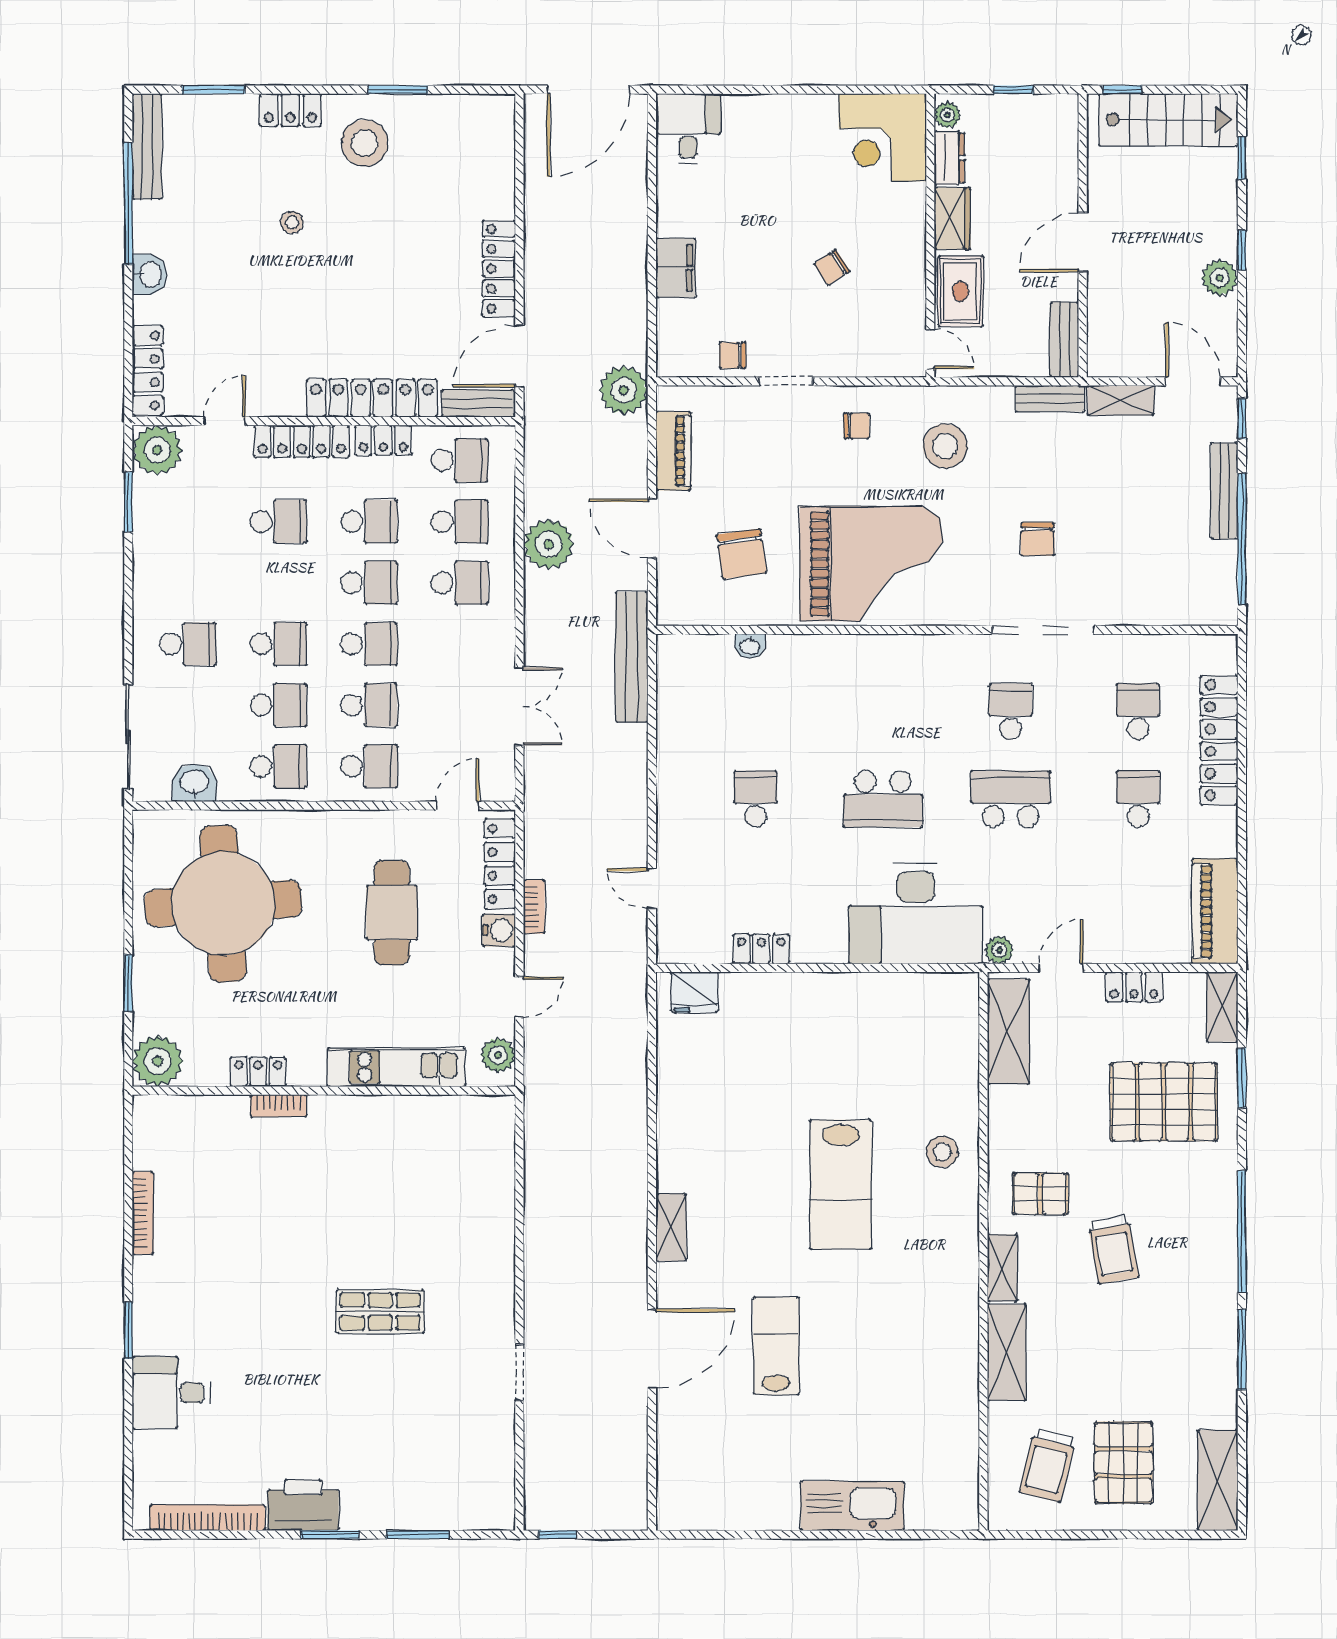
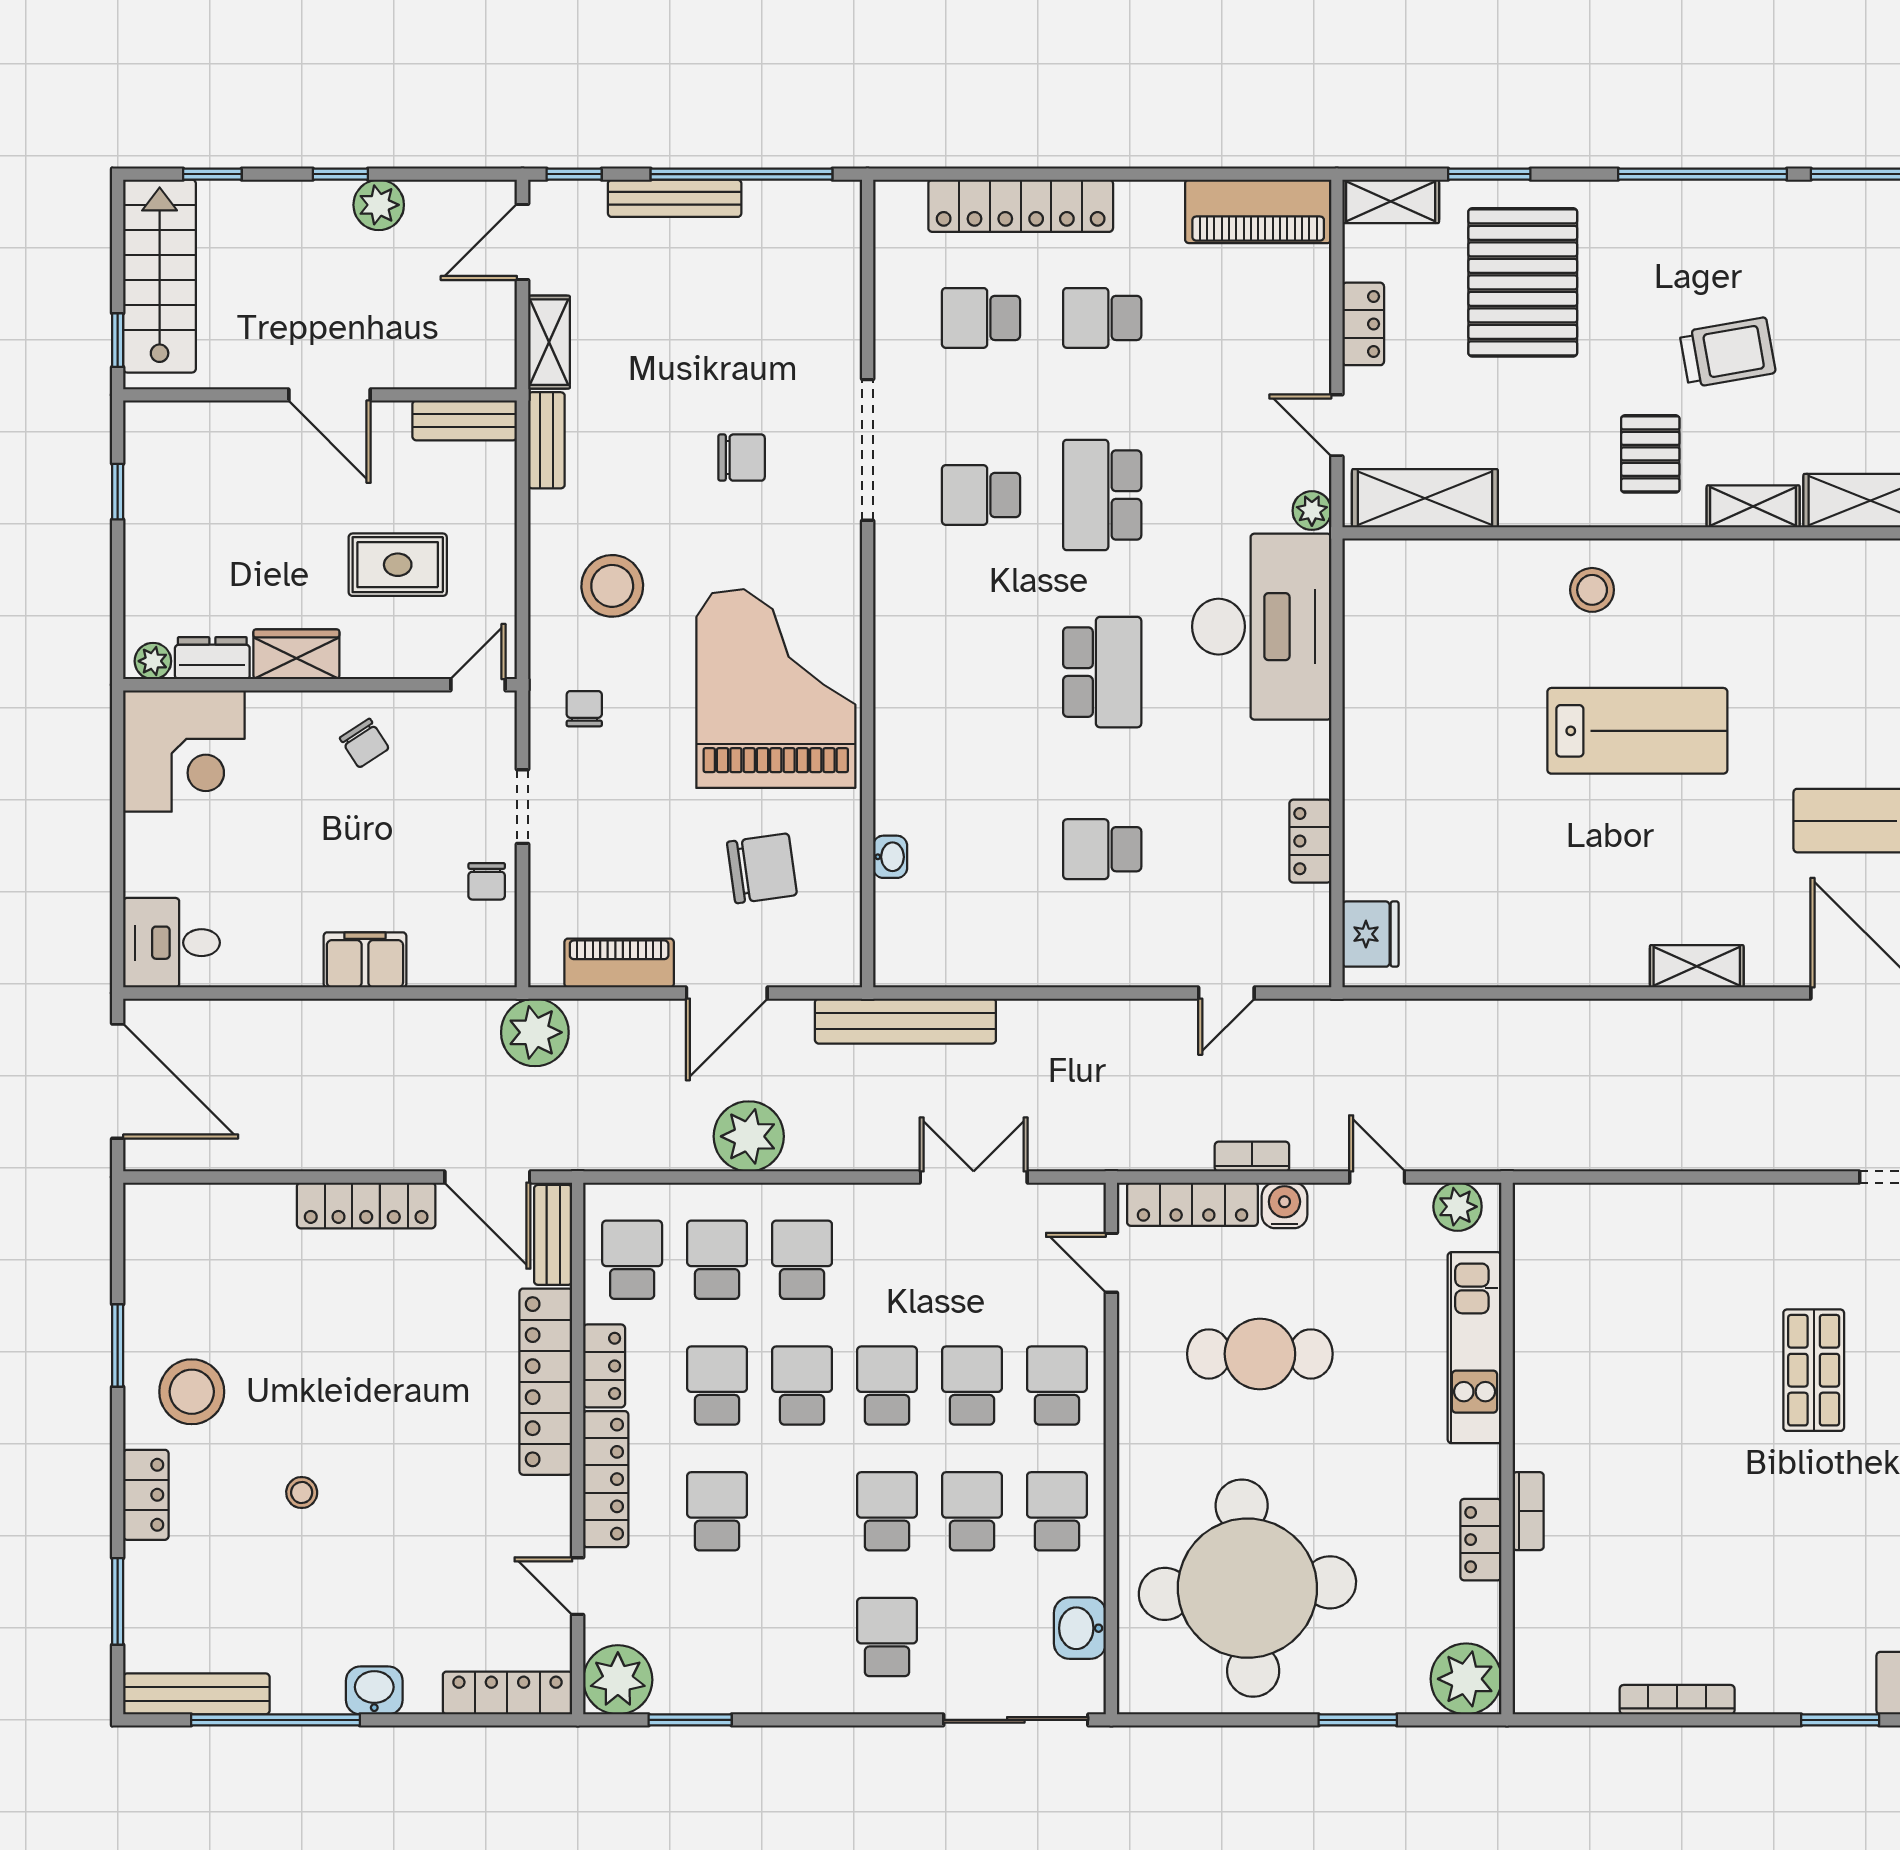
plant: (947, 115) -> (153, 661), moved
corner desk: (883, 137) -> (184, 751), moved
dresser: (949, 158) -> (212, 658), moved
wardrobe: (952, 218) -> (296, 654), moved
wall: (930, 235) -> (320, 685), moved
door: (930, 349) -> (478, 685), moved

